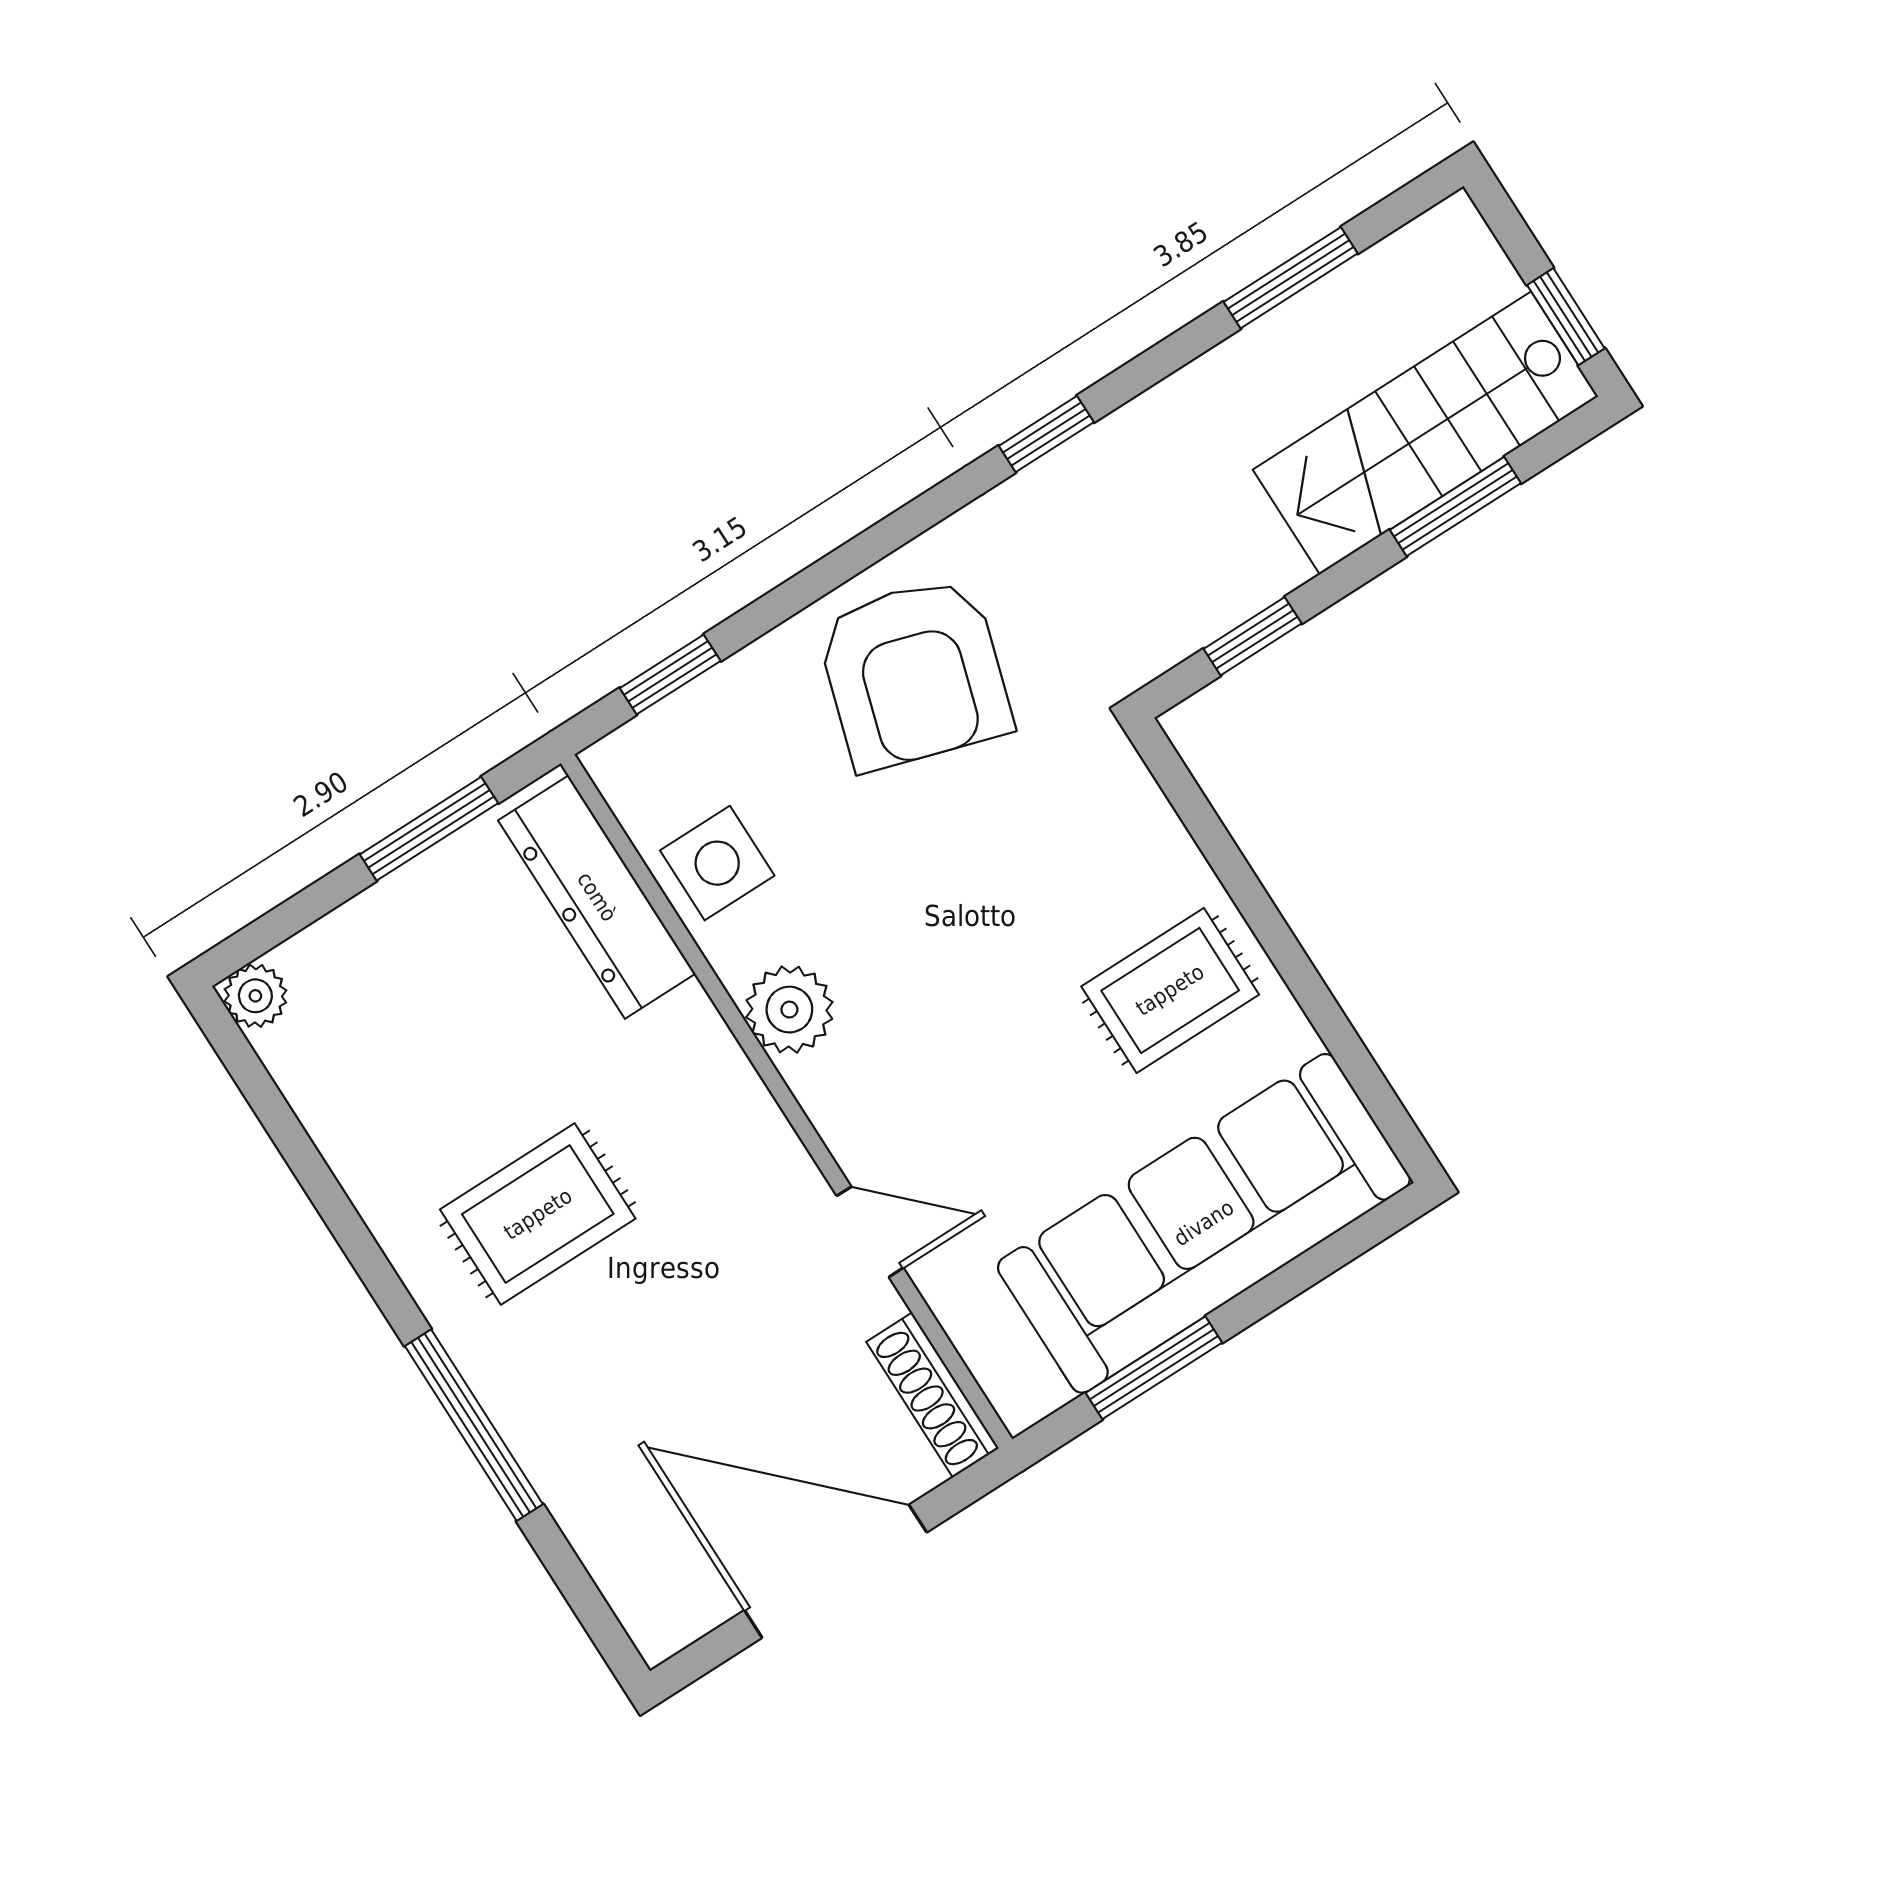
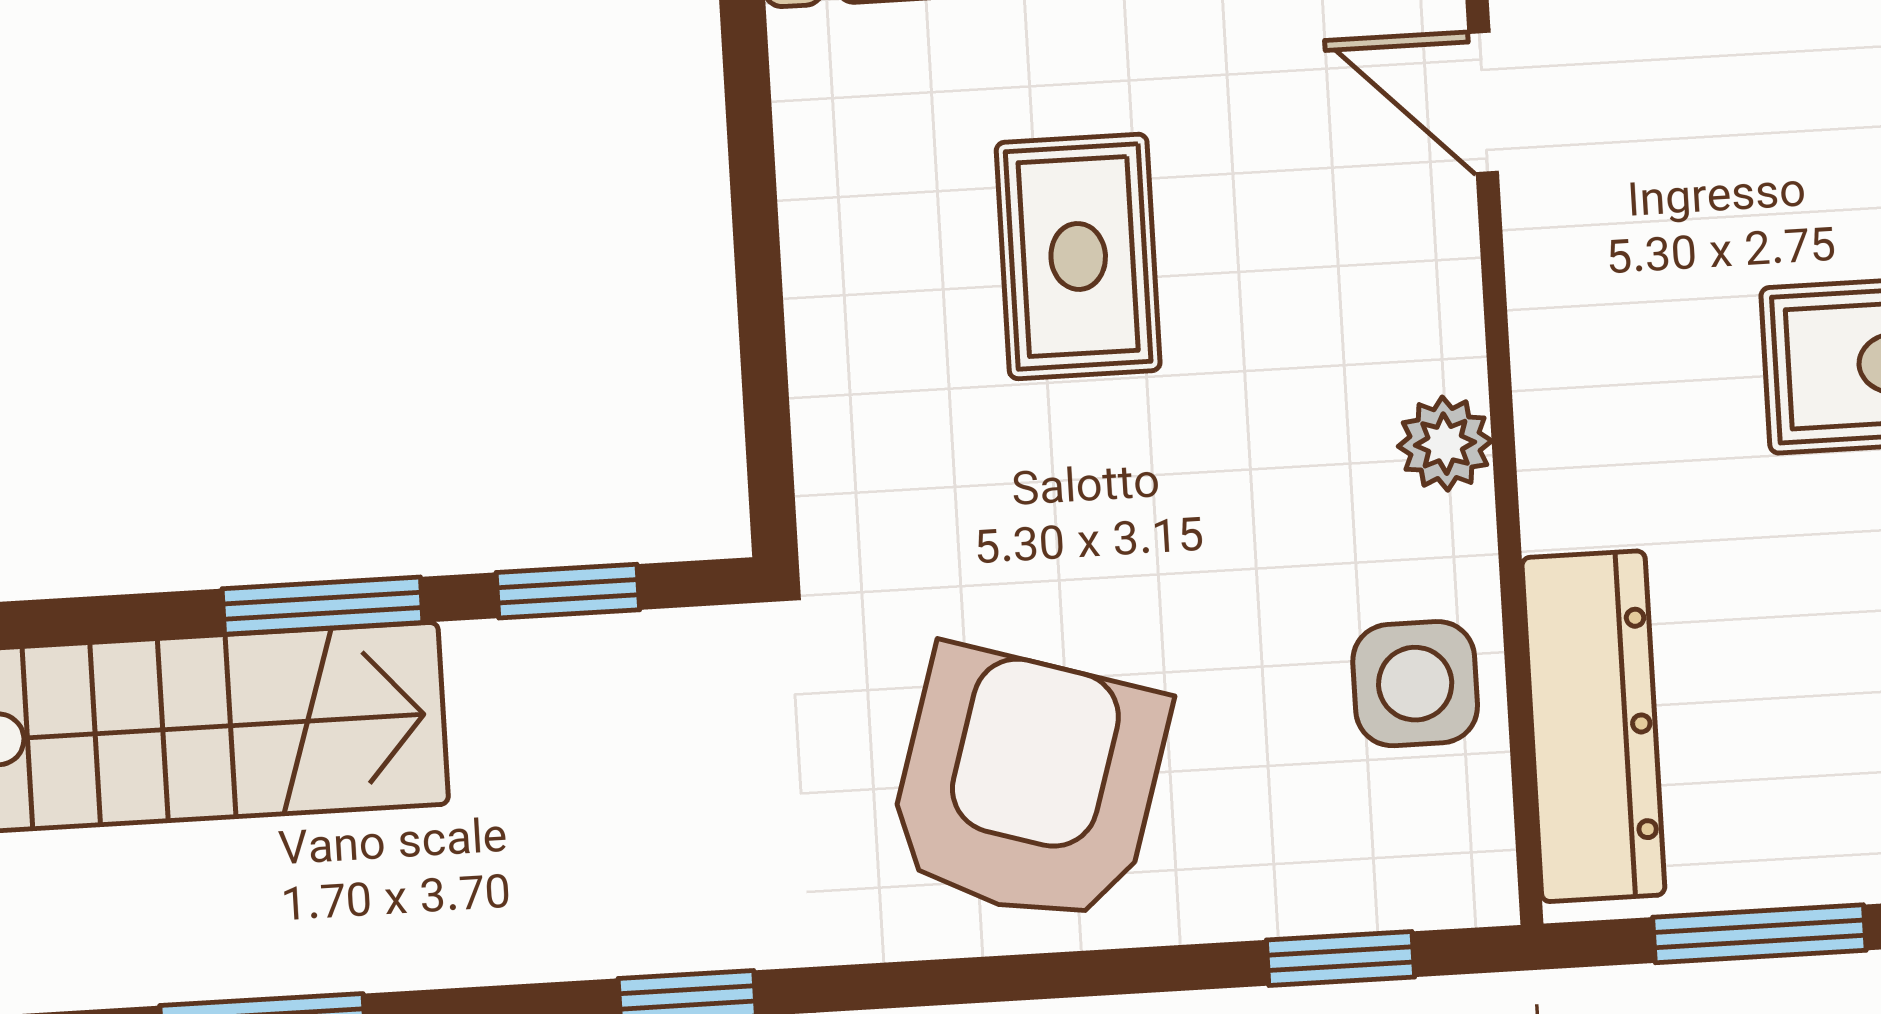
window: (1455, 507) -> (323, 606), moved
rug: (1170, 990) -> (1078, 256), moved, turned 90
plant: (789, 1010) -> (1445, 444), width x0.73, depth x0.73

